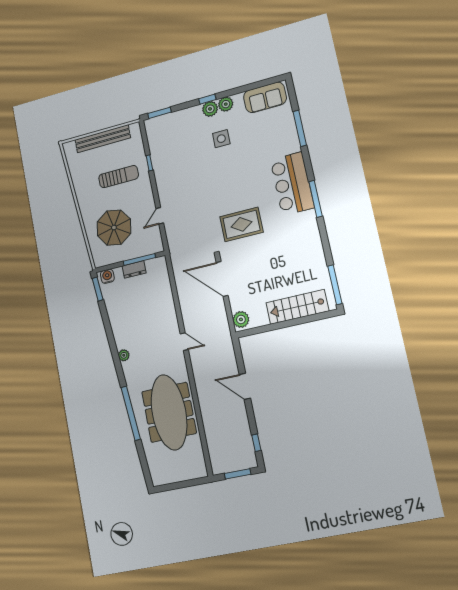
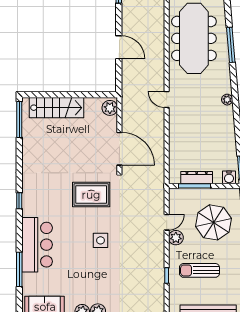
side table: (221, 139) -> (100, 240), moved
bar counter: (292, 184) -> (37, 245), moved
window: (316, 199) -> (19, 201), width x0.46
plant: (148, 203) -> (176, 238), added
dresser: (134, 269) -> (197, 178), width x1.44
window: (131, 413) -> (231, 45), width x0.68

